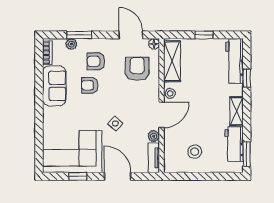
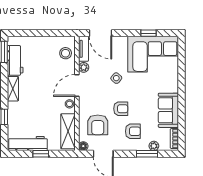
workbench: (235, 61) -> (28, 143), moved, turned -90
armchair: (90, 85) -> (121, 109), moved
stool: (195, 152) -> (66, 53), moved
door: (118, 176) -> (100, 33), moved

